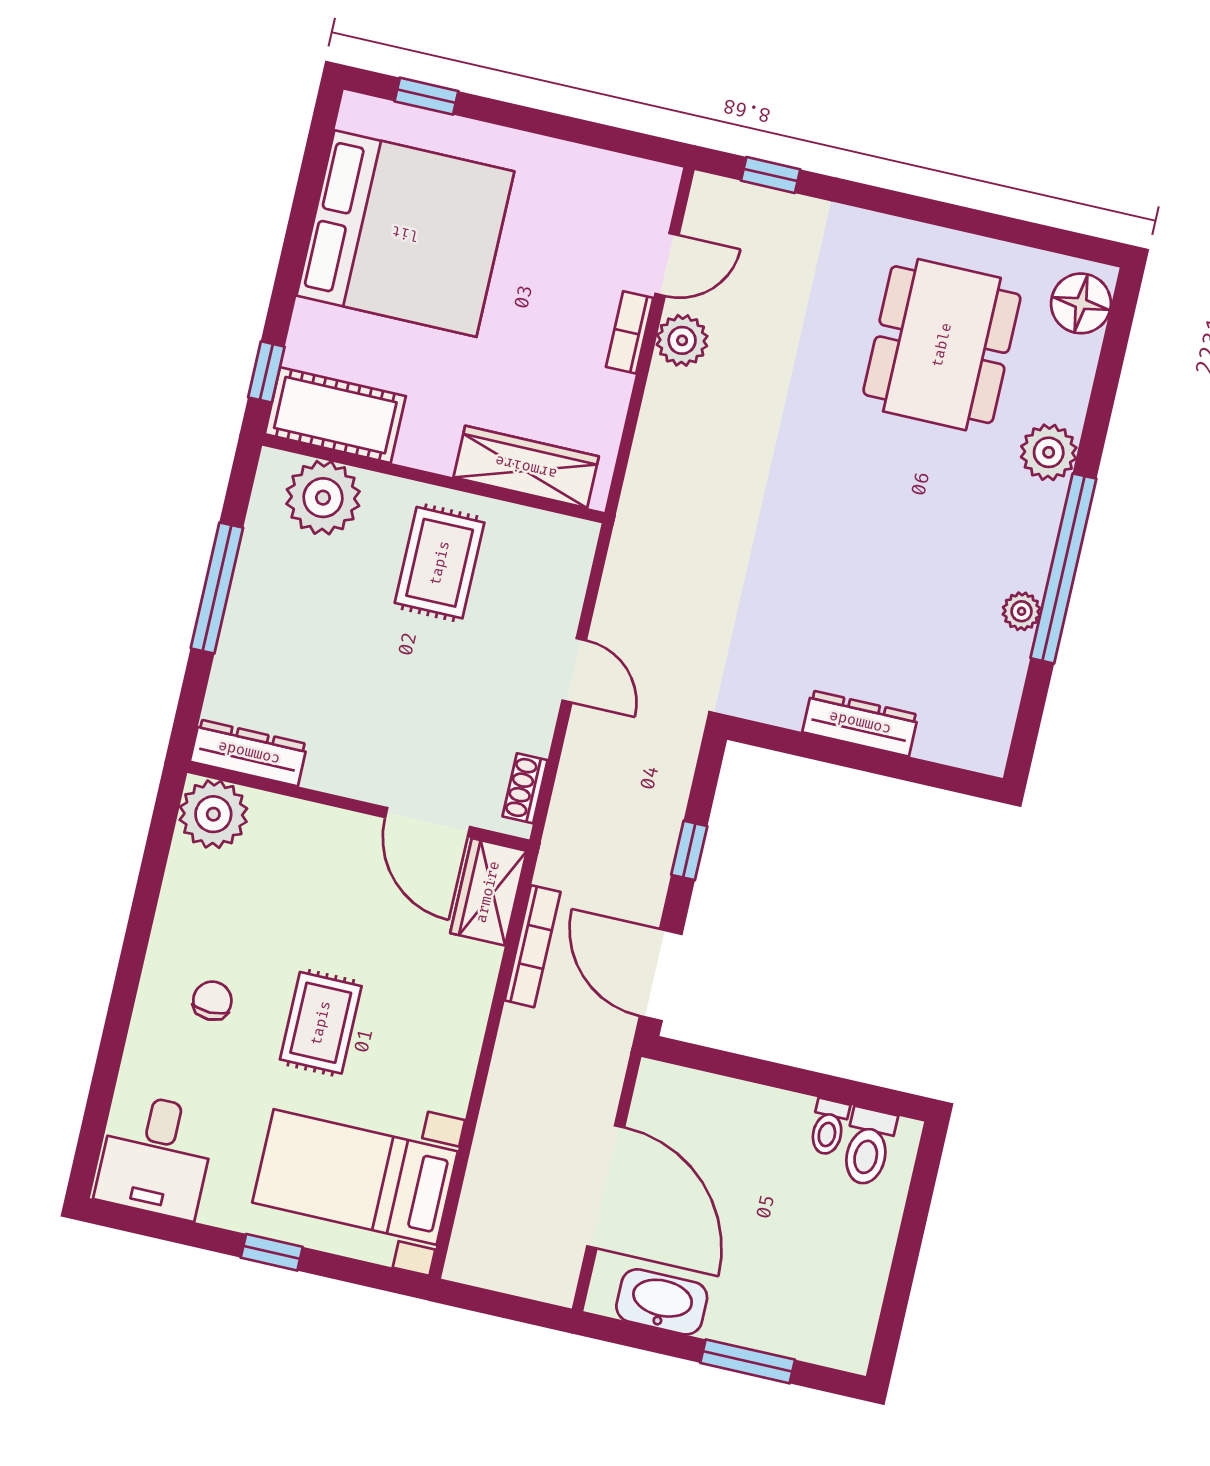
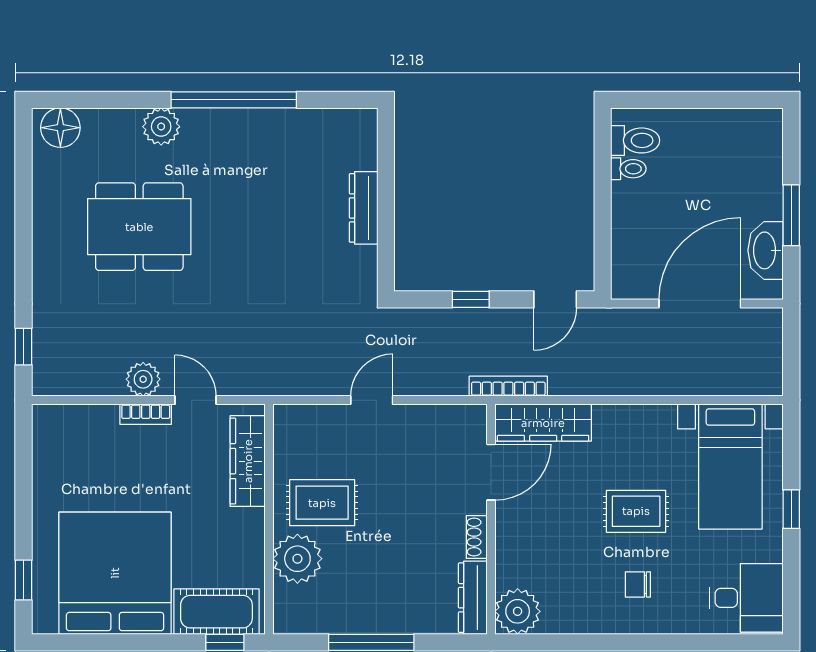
door: (667, 265) -> (196, 400), moved
dining table: (942, 345) -> (139, 227), moved
cot: (335, 415) -> (216, 612), moved, turned 90
plant: (323, 498) -> (297, 559), moved
plant: (1022, 611) -> (268, 121), removed
shoe rack: (525, 788) -> (477, 537), moved, turned 90
wardrobe: (488, 892) -> (543, 423), width x1.50
bookcase: (533, 946) -> (508, 386), moved
door: (661, 975) -> (555, 299), width x0.73
window: (748, 1361) -> (791, 215), moved

